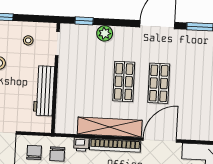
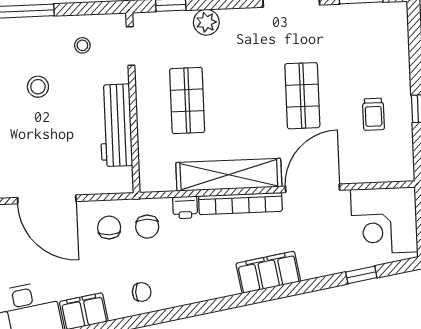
shop shelf: (124, 82) -> (187, 100), moved
trolley: (201, 99) -> (373, 114), added

